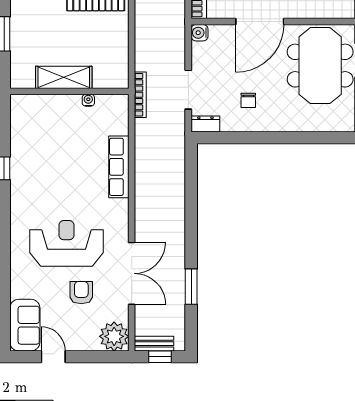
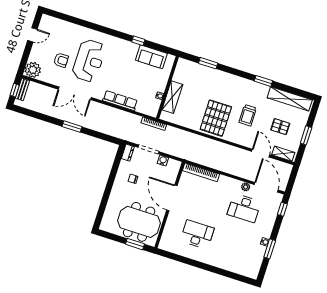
water cooler: (199, 33) -> (163, 160), moved
shelving: (64, 77) -> (172, 97), moved
double door: (132, 273) -> (75, 93), moved
window: (191, 287) -> (72, 127), moved
sofa: (25, 325) -> (151, 57), moved

